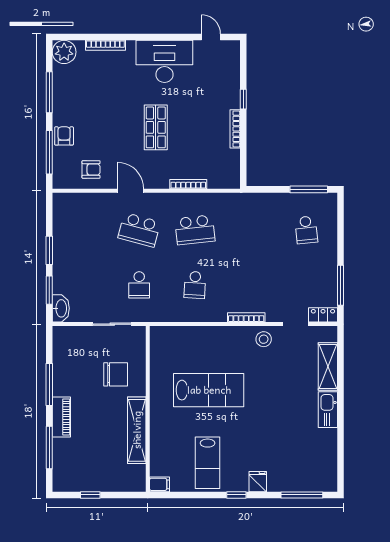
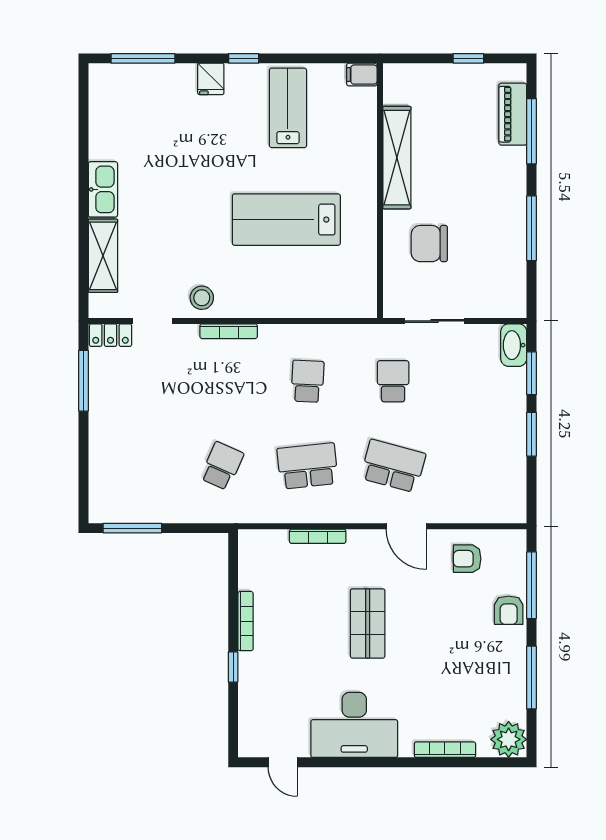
school desk: (306, 230) -> (222, 466), moved, turned 30
piano: (61, 417) -> (513, 114), moved

